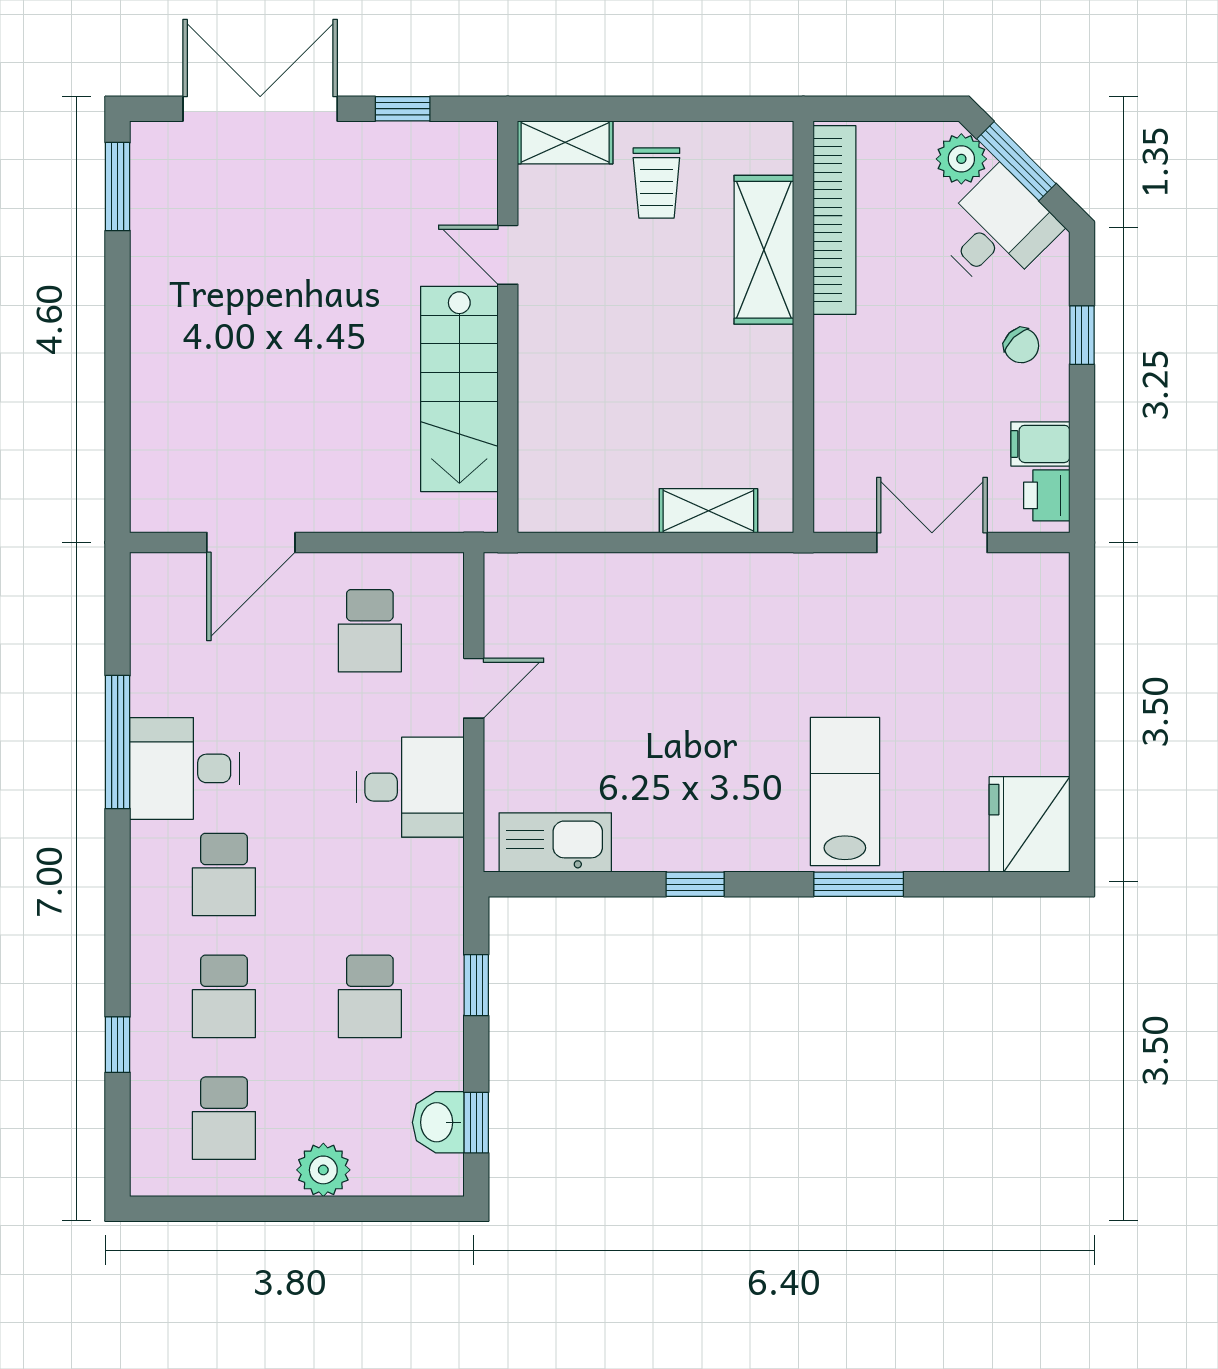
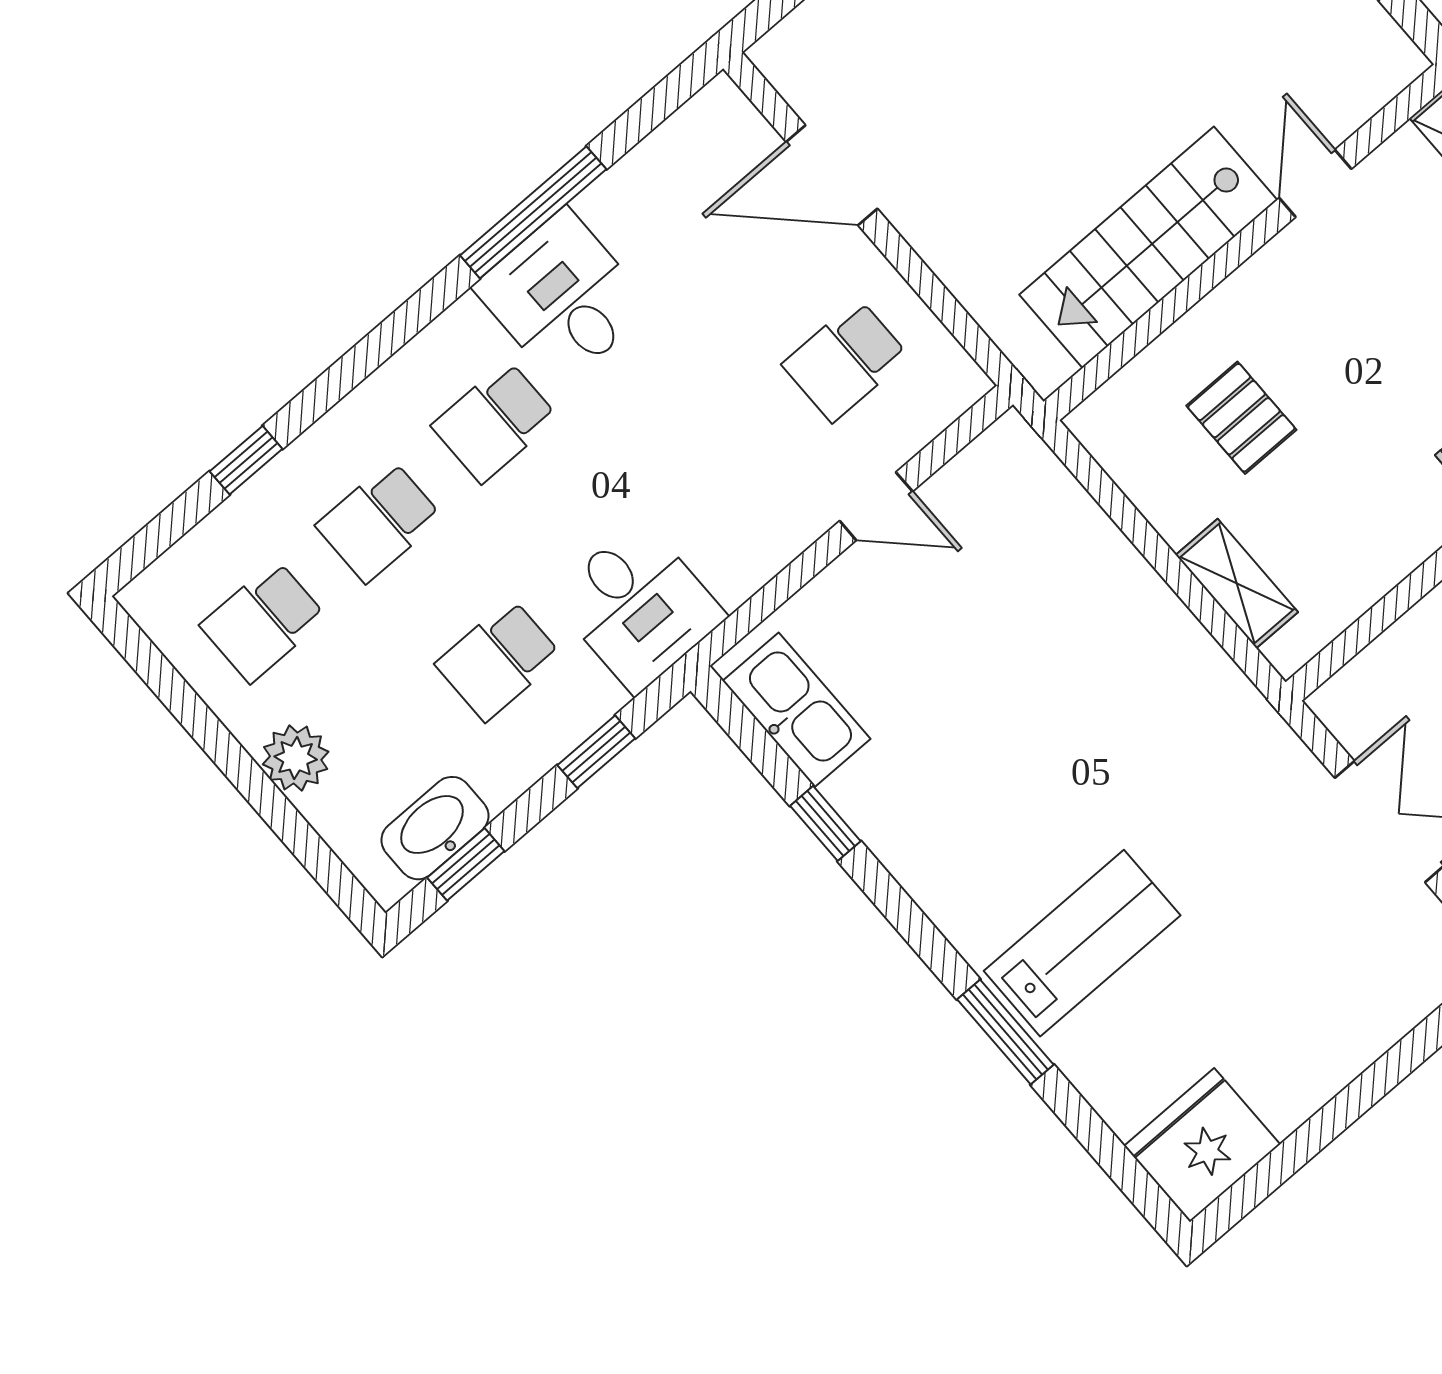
pallet: (611, 422) -> (1241, 418), added
desk: (410, 787) -> (638, 606), moved
window: (695, 884) -> (825, 823), moved
washbasin: (438, 1122) -> (435, 828), width x1.38

